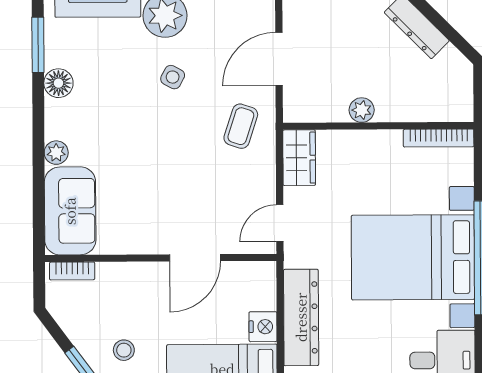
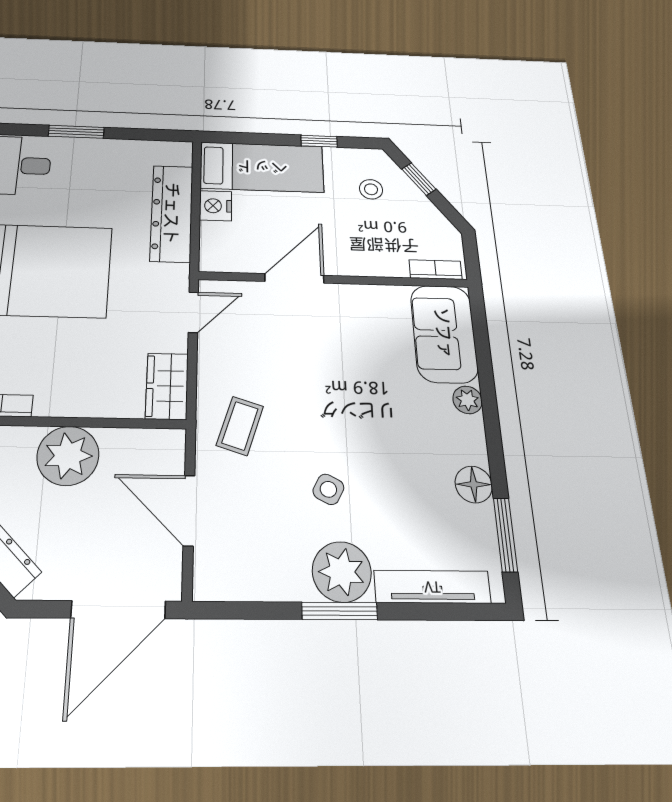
door: (279, 59) -> (189, 510), swing flipped
plant: (362, 110) -> (68, 456), width x1.87, depth x1.87

